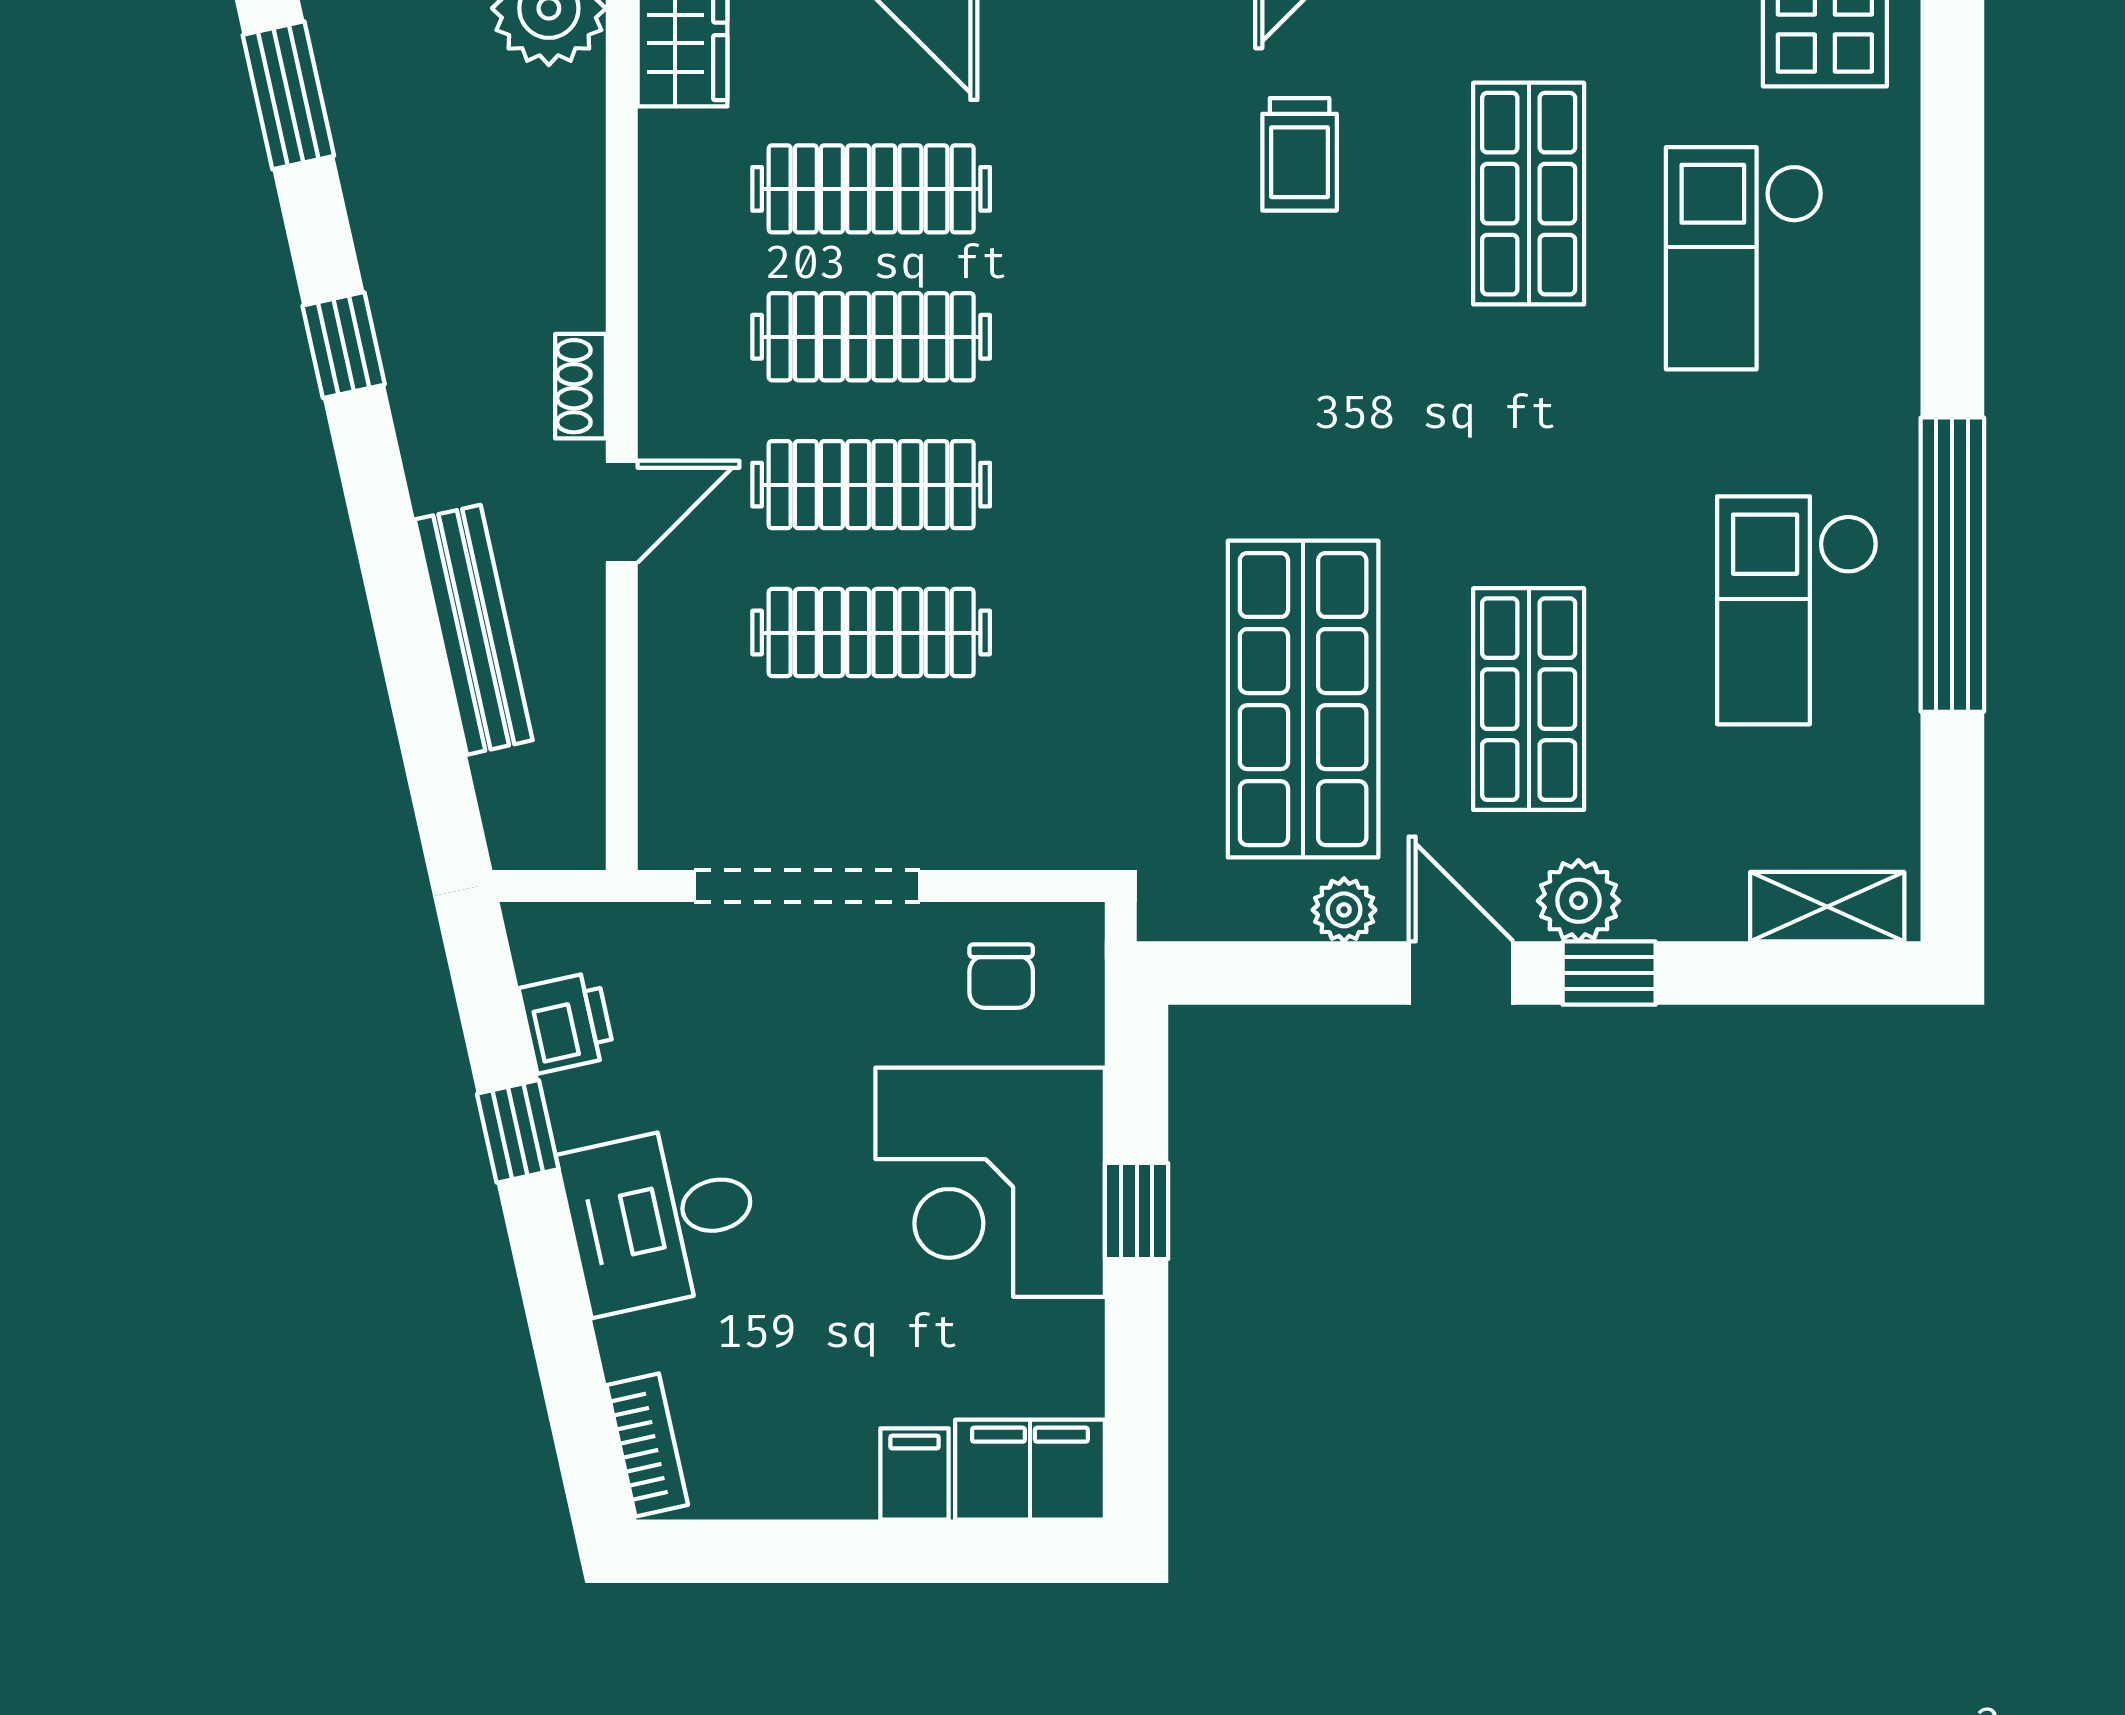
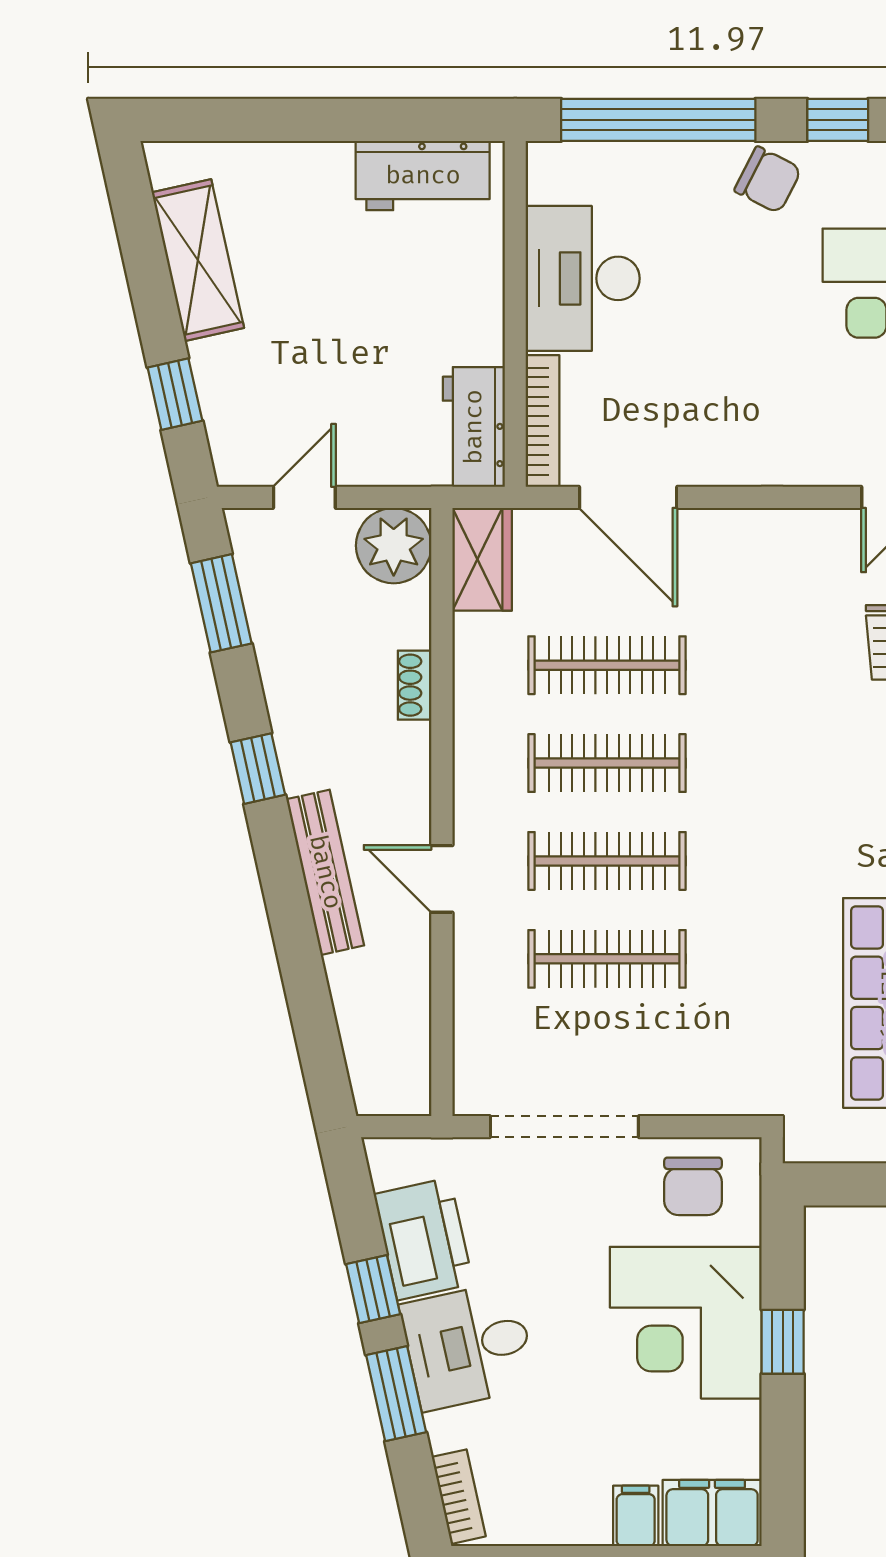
shoe rack: (580, 386) -> (415, 685), moved
door: (622, 512) -> (442, 879), swing flipped
bench: (474, 630) -> (325, 872), moved
chair: (1001, 976) -> (693, 1186), width x1.37, depth x1.37
printer: (567, 1022) -> (424, 1239), width x1.87, depth x1.48
window: (553, 1289) -> (396, 1394), added

